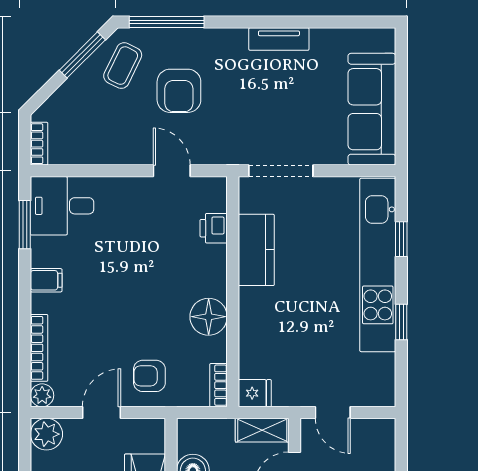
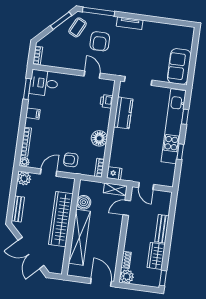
tv unit: (279, 39) -> (130, 23), moved
sofa: (372, 109) -> (179, 66), width x0.73

